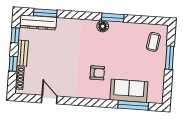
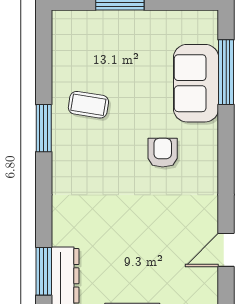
floor lamp: (103, 26) -> (64, 148), removed
coffee table: (153, 42) -> (88, 105), moved

